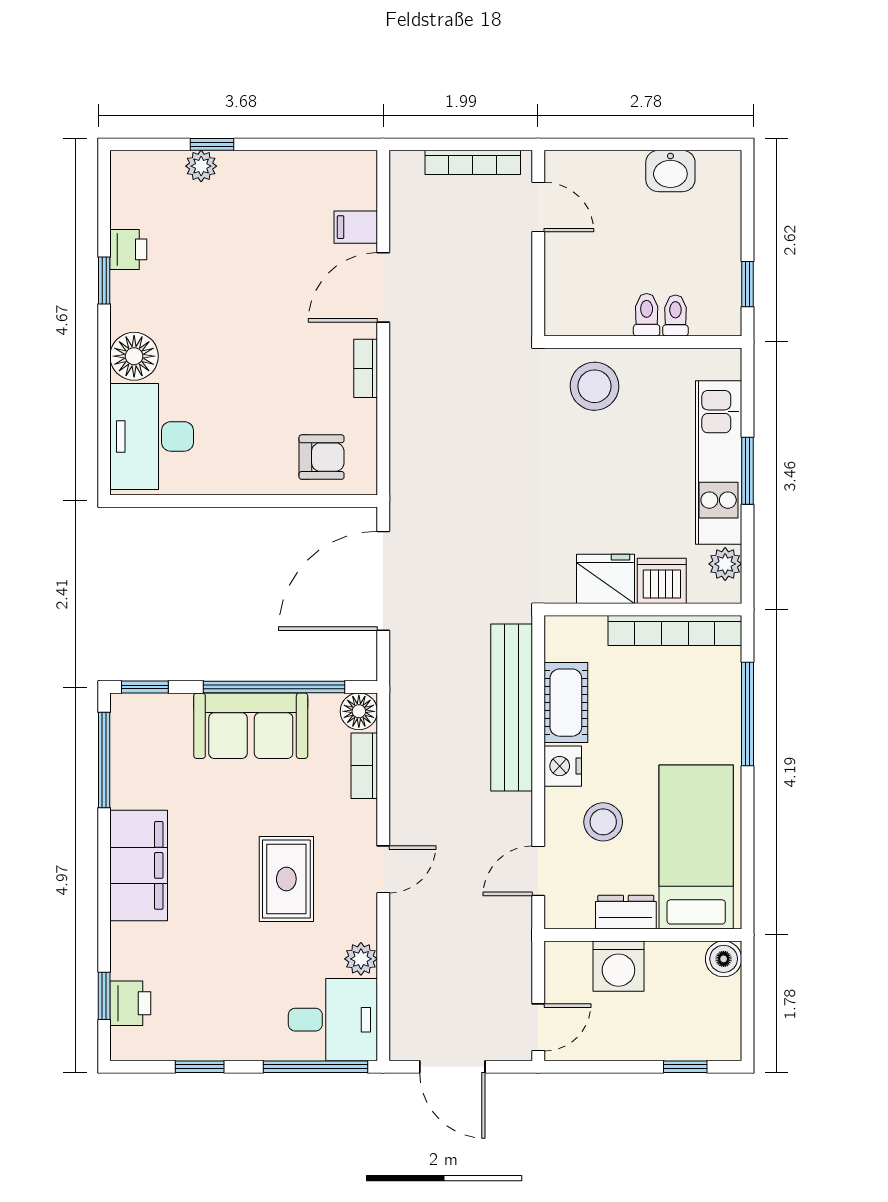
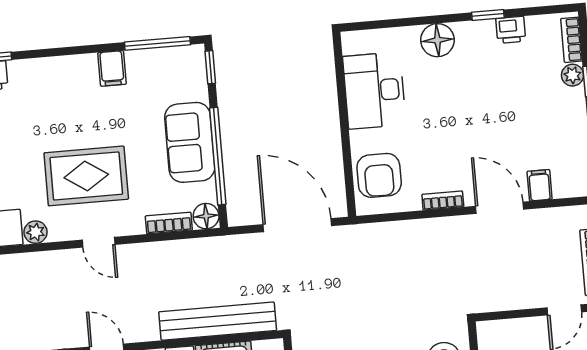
bookcase: (150, 163) -> (572, 40), added
desk: (152, 436) -> (374, 91), moved, turned -90
armchair: (322, 457) -> (379, 175), width x1.38, depth x1.38
filing cabinet: (139, 865) -> (112, 68), width x0.33, depth x0.86
rug: (286, 879) -> (86, 176), width x1.36, depth x1.43

